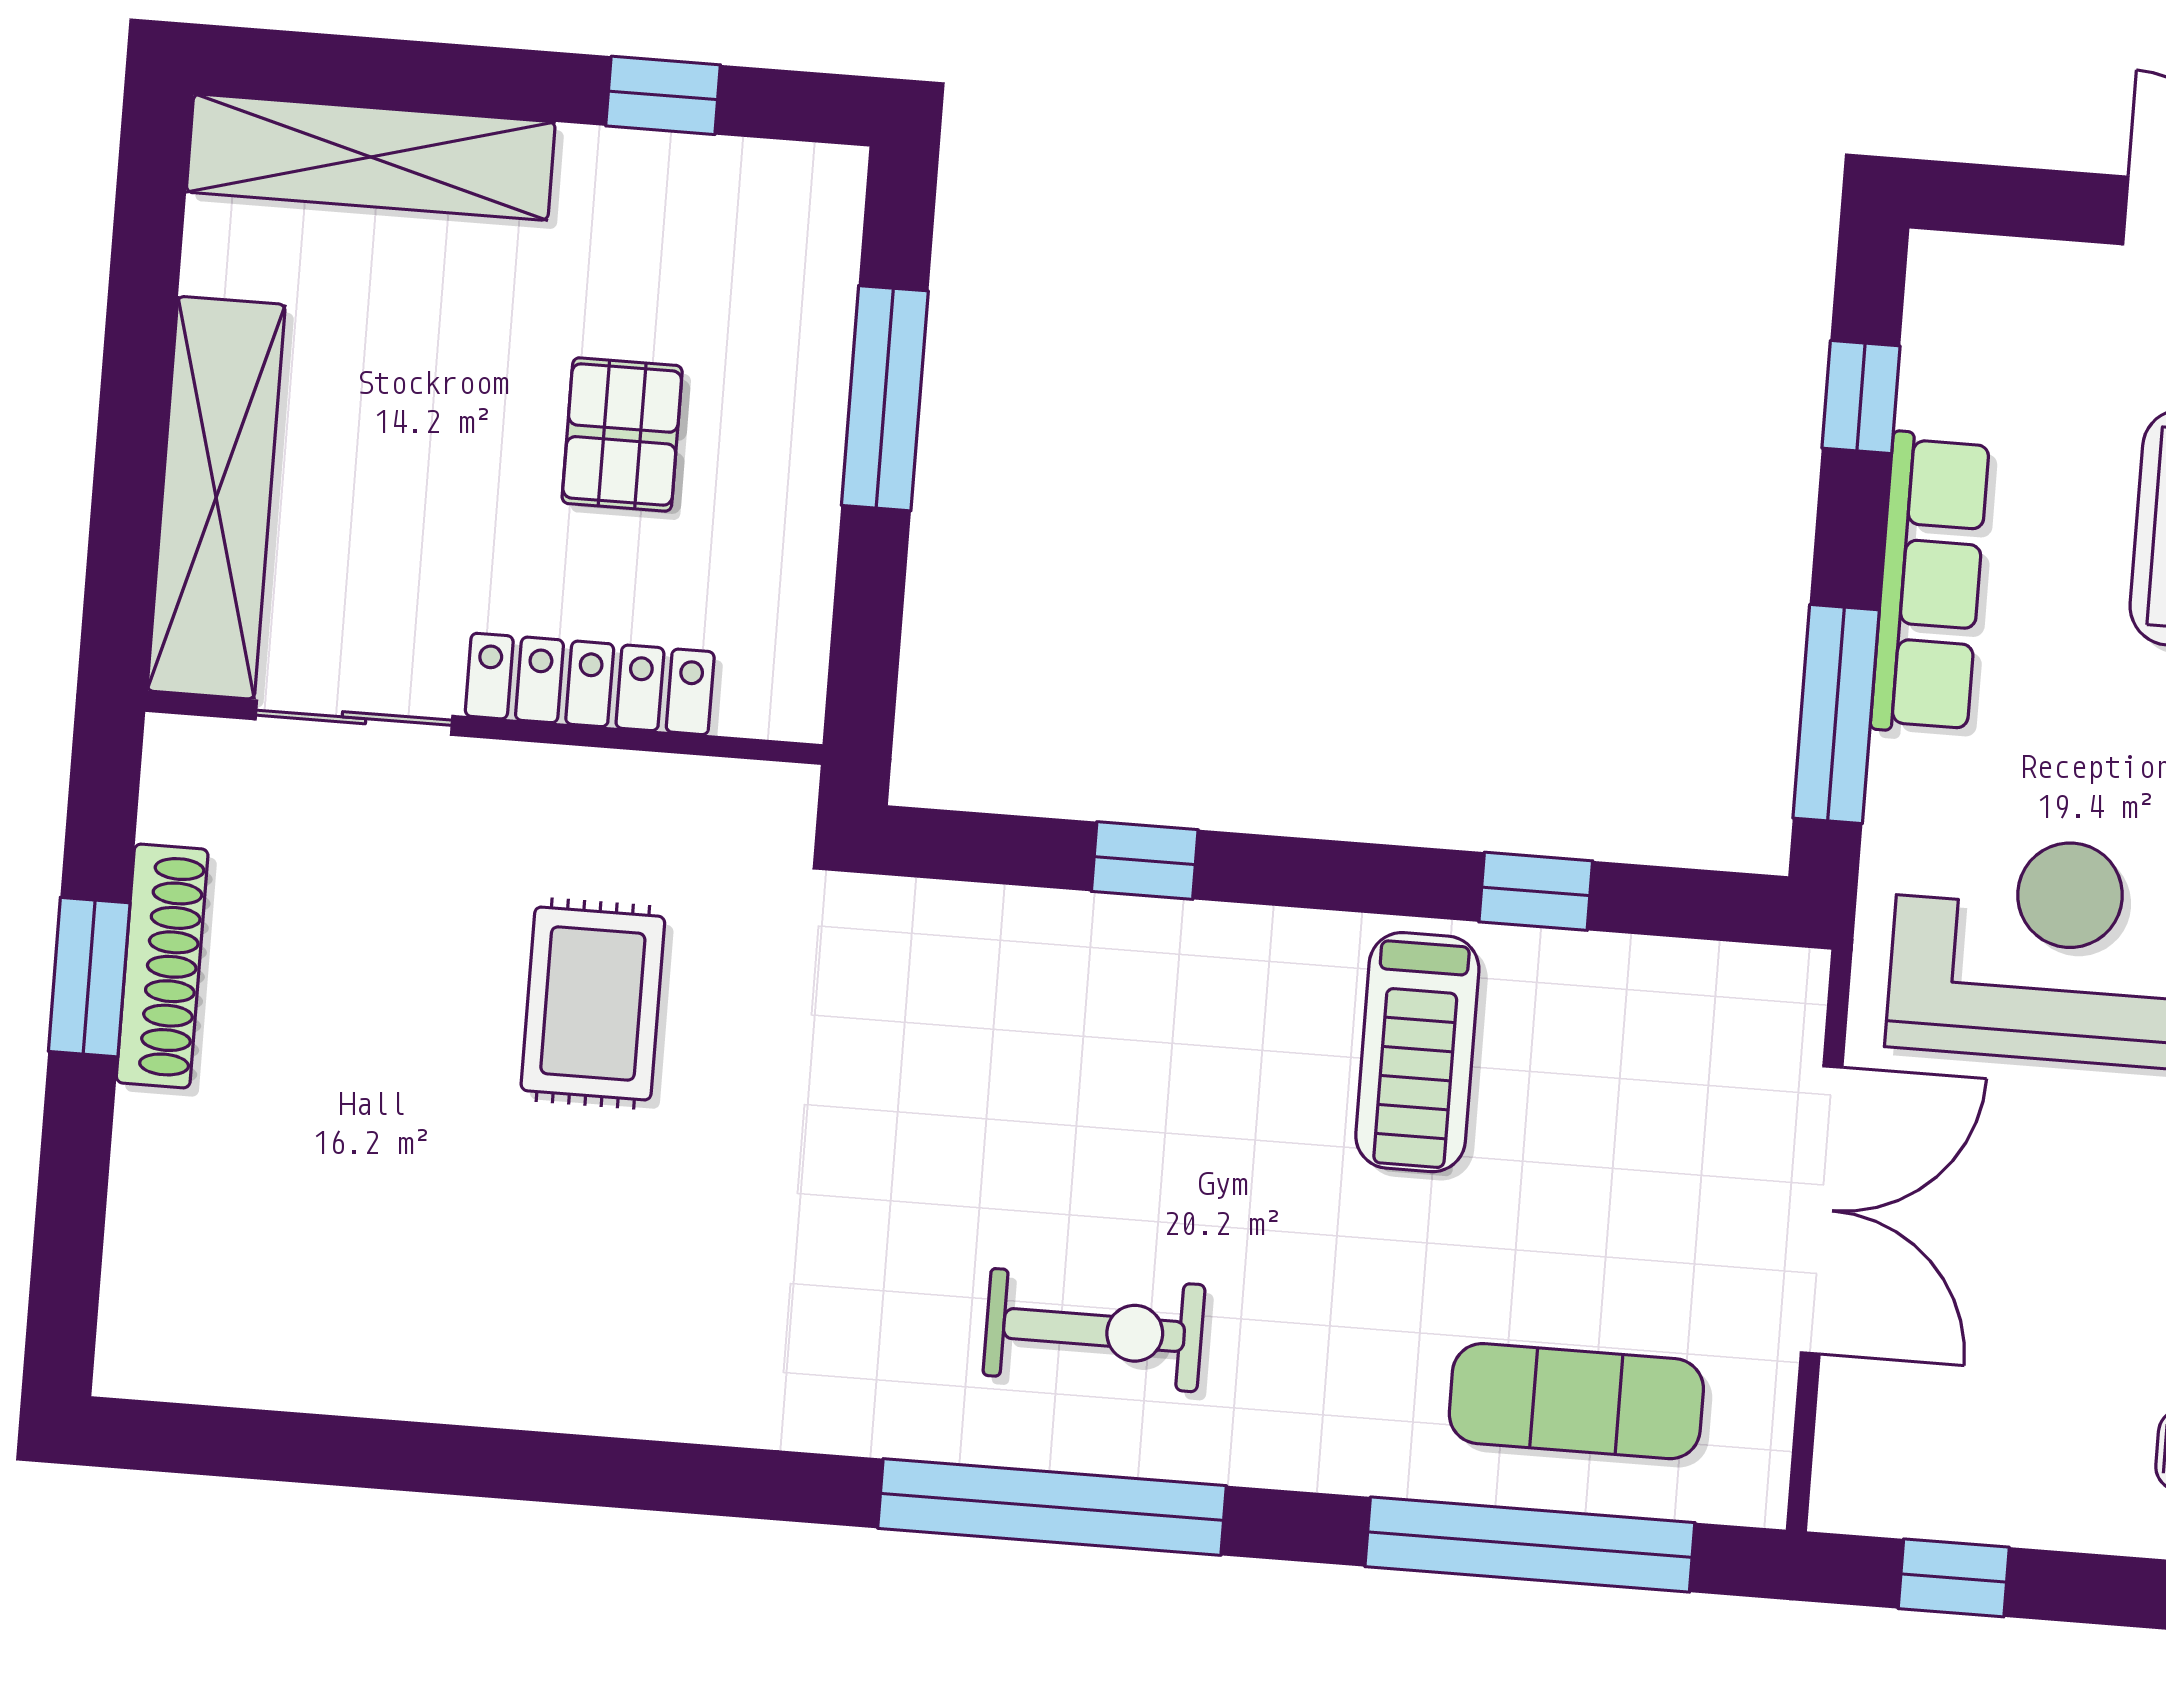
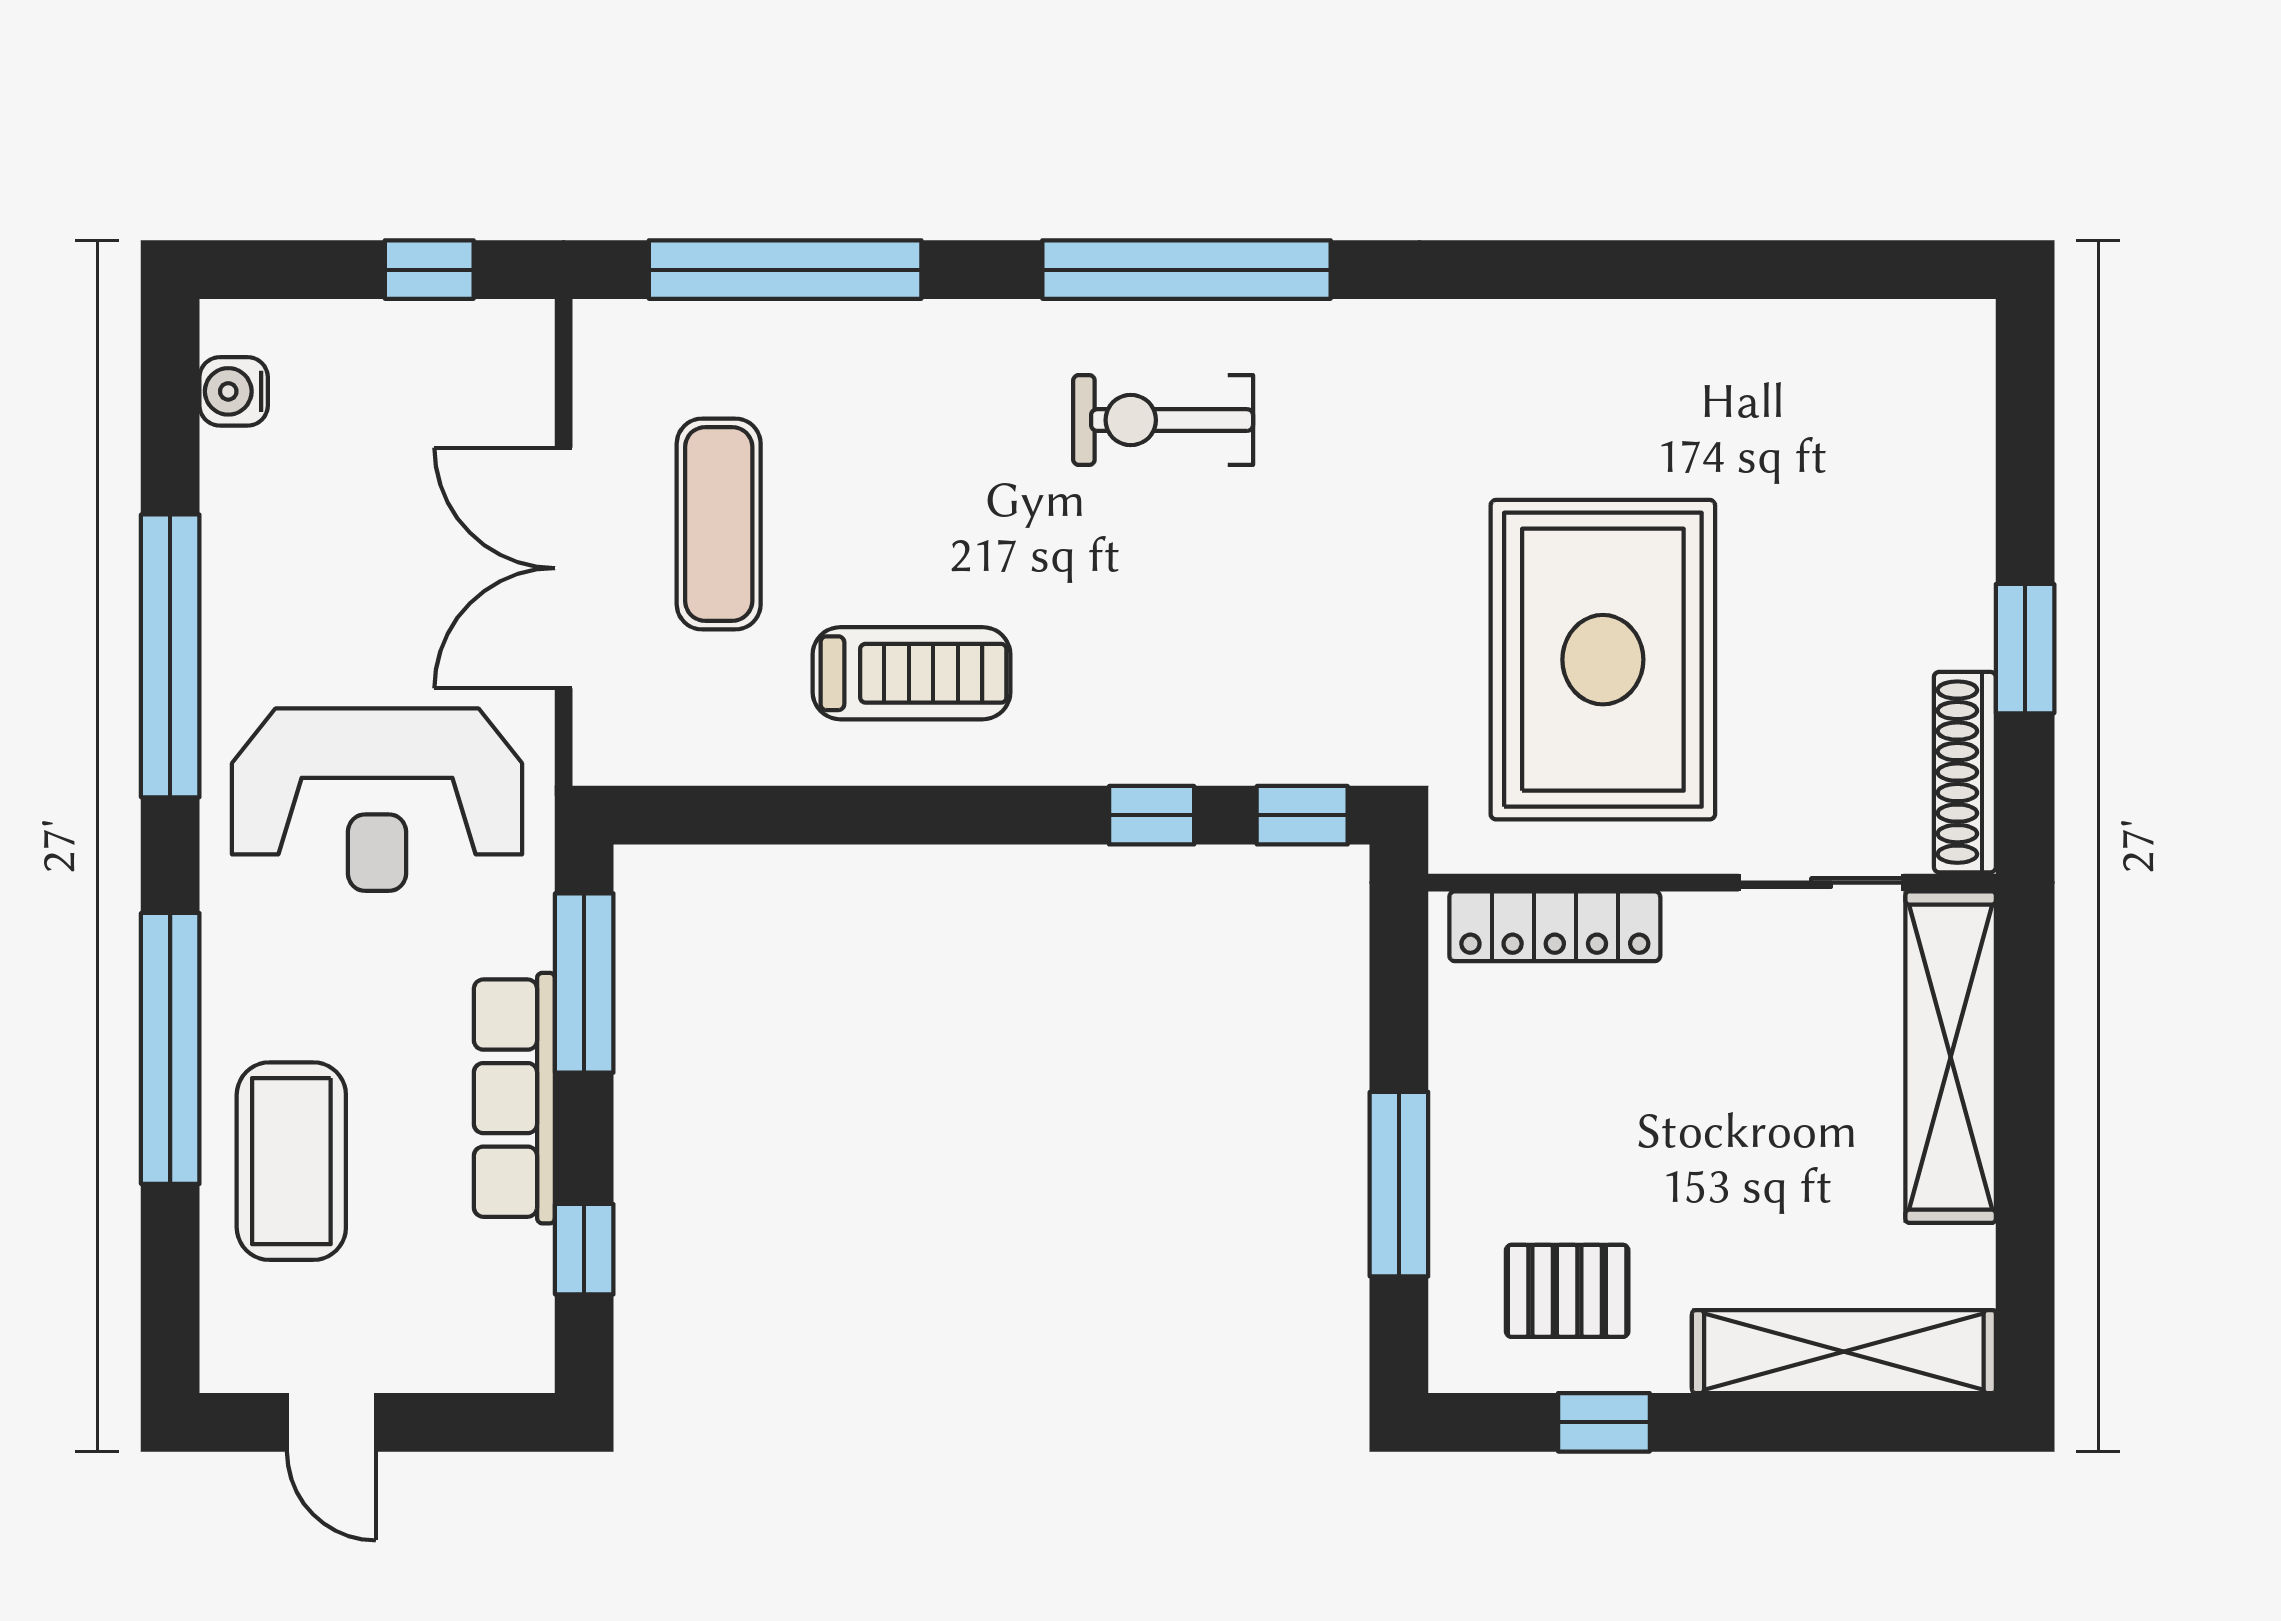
pallet: (622, 434) -> (1567, 1291), moved, turned 90
locker: (590, 684) -> (1555, 926), moved
window: (1536, 891) -> (1302, 815), moved
shoe rack: (162, 966) -> (1965, 772), moved
rug: (593, 1003) -> (1603, 660), width x1.86, depth x2.06
treadmill: (1417, 1052) -> (912, 673), turned 90
exercise mat: (1576, 1401) -> (719, 524), moved, turned 90

